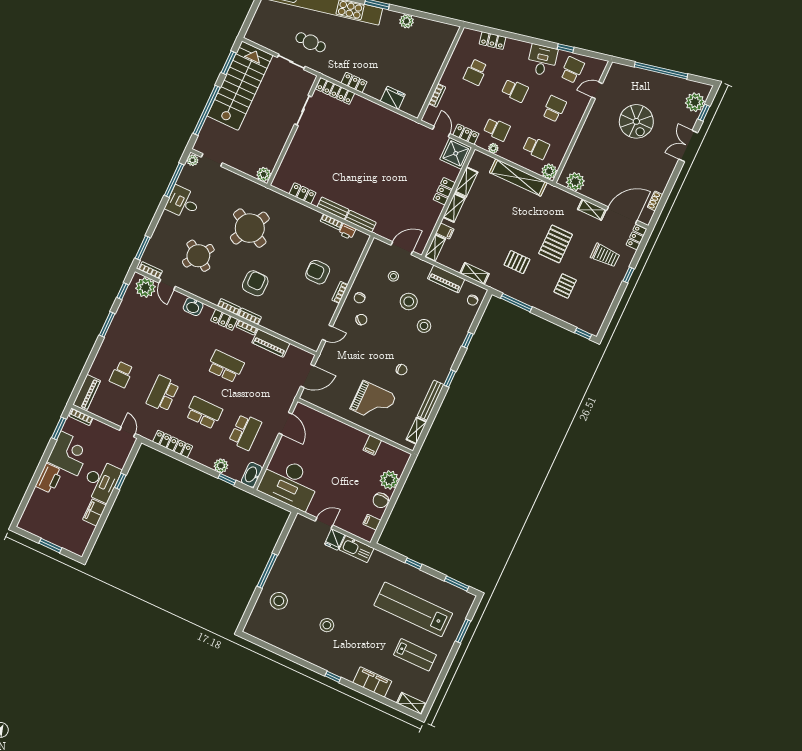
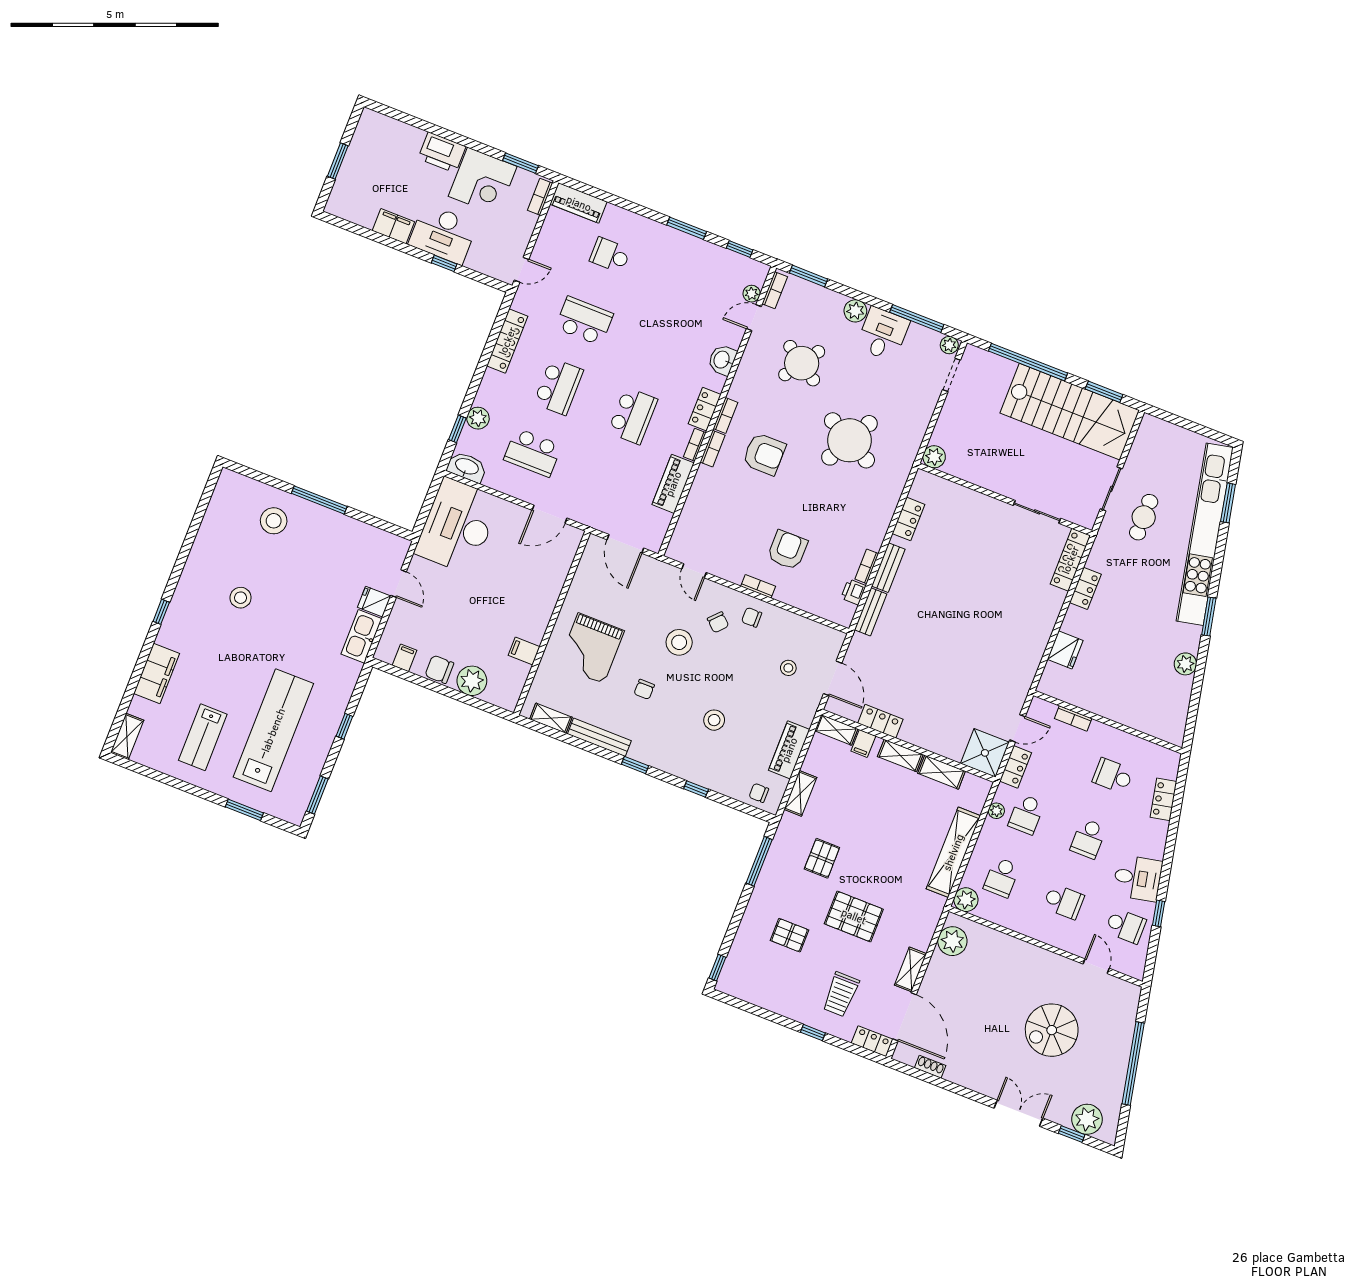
locker: (444, 191) -> (880, 721), moved
plant: (167, 219) -> (855, 311), added
plant: (145, 287) -> (752, 294), width x0.53, depth x0.53
stool: (409, 302) -> (679, 642), moved

